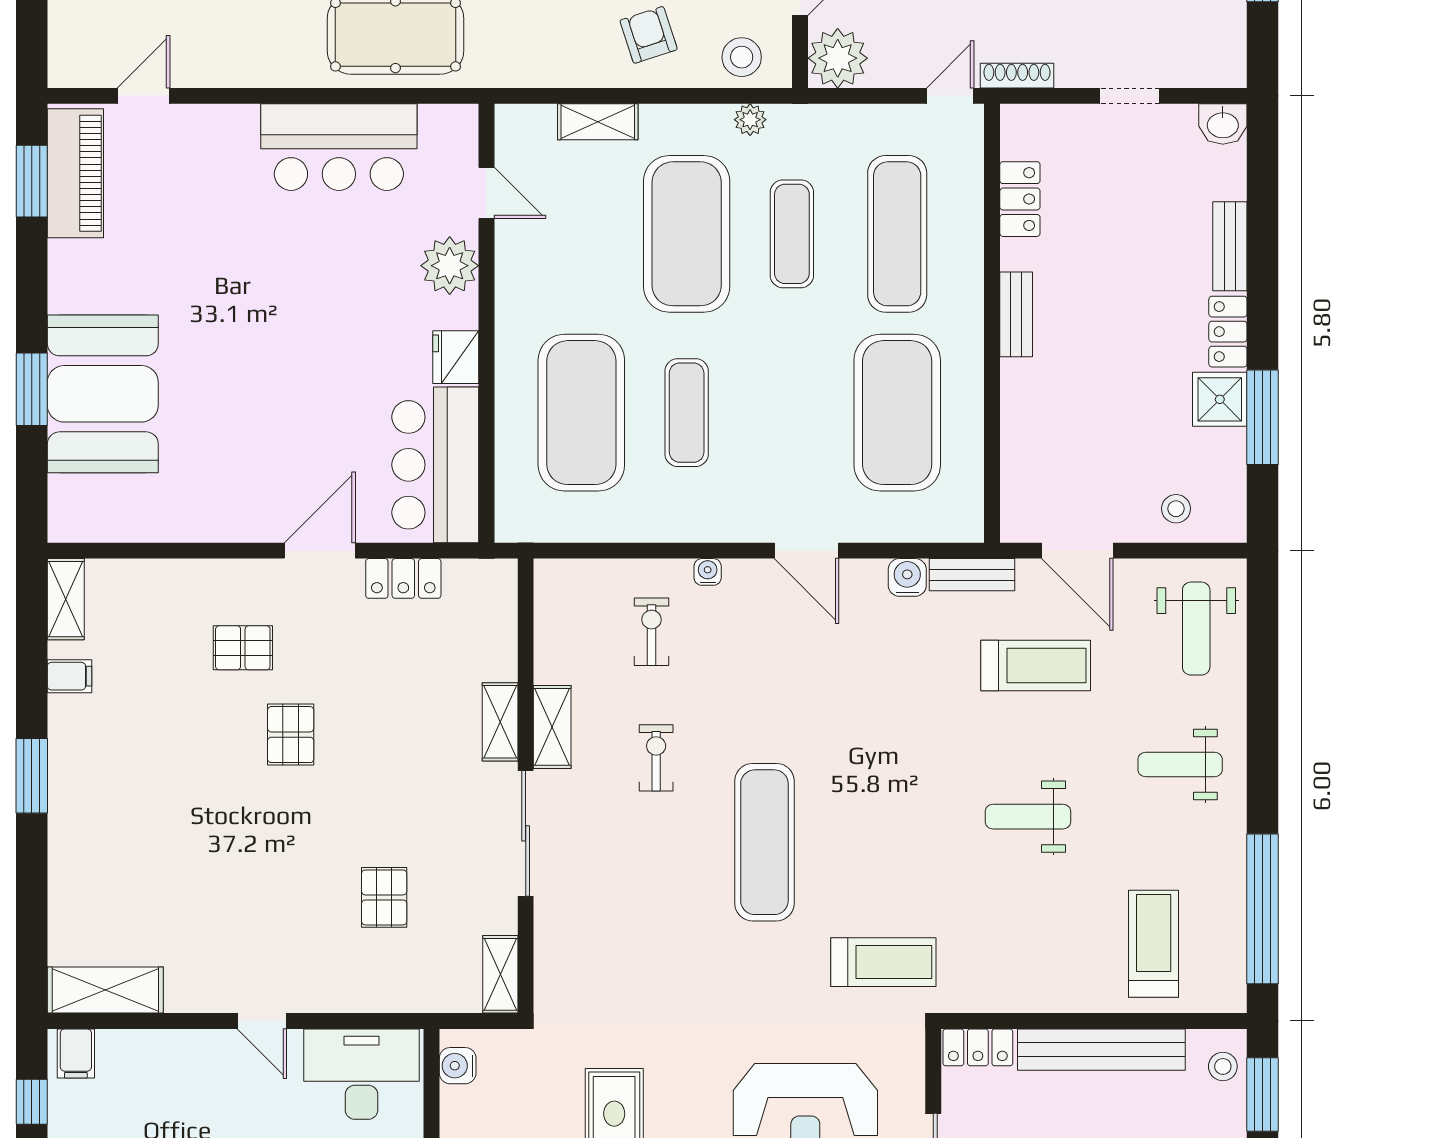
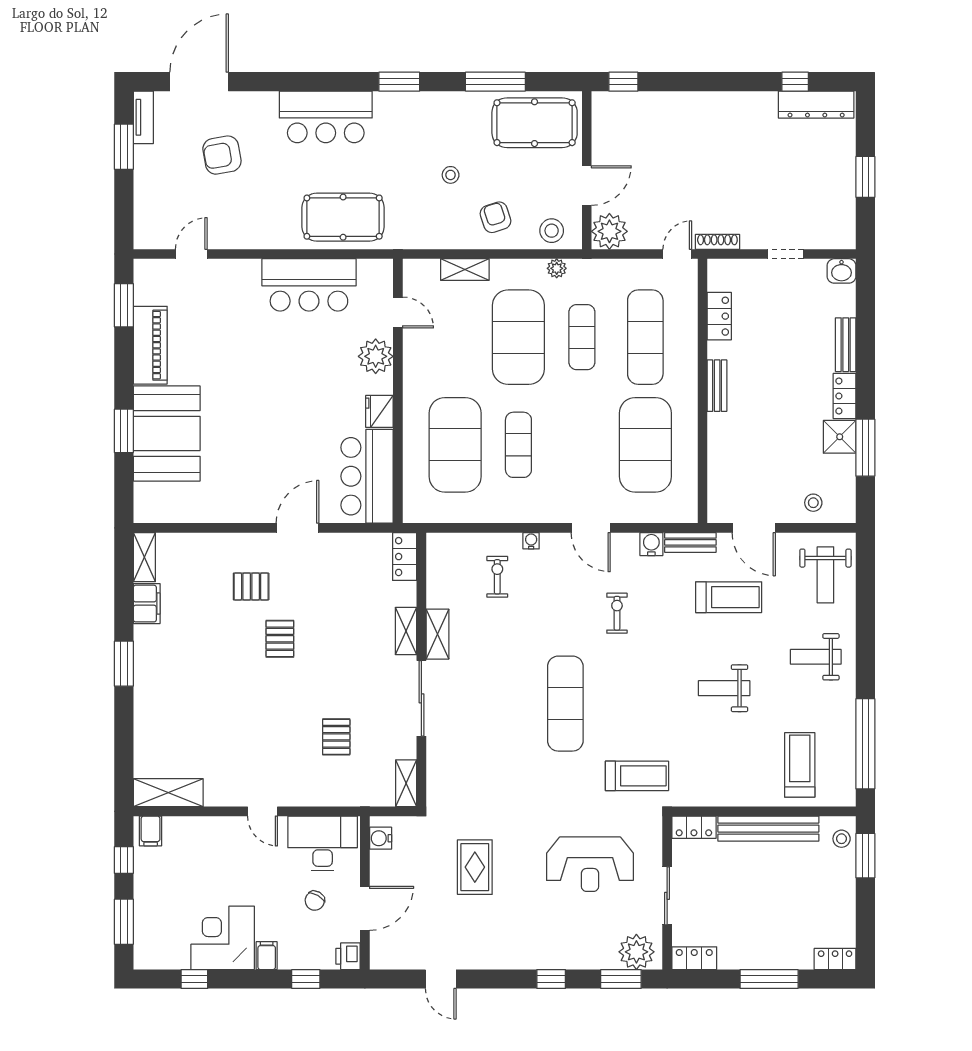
piano: (75, 173) -> (150, 345), moved
locker: (403, 578) -> (405, 557), moved, turned 90
filing cabinet: (70, 676) -> (147, 604), width x2.00
exercise bike: (656, 758) -> (617, 613), moved

